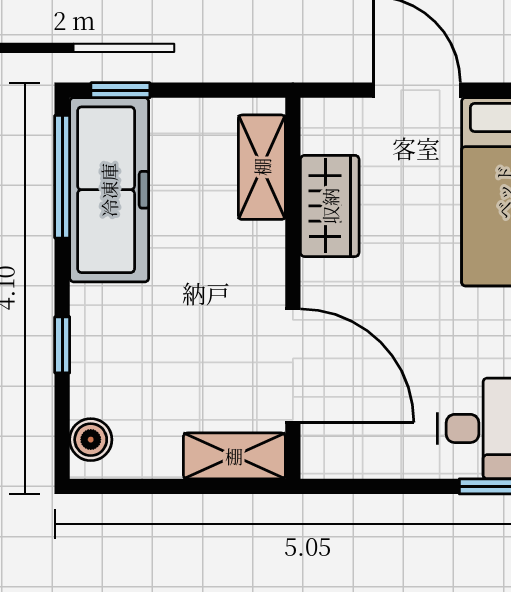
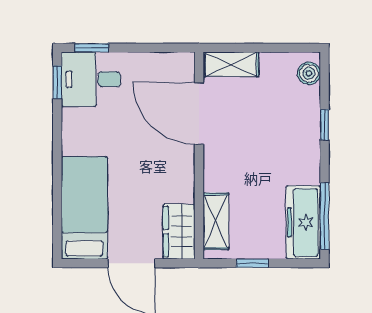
window: (120, 90) -> (252, 263), moved
freezer: (109, 190) -> (303, 222), width x0.73, depth x0.79
wardrobe: (330, 206) -> (179, 232), moved

